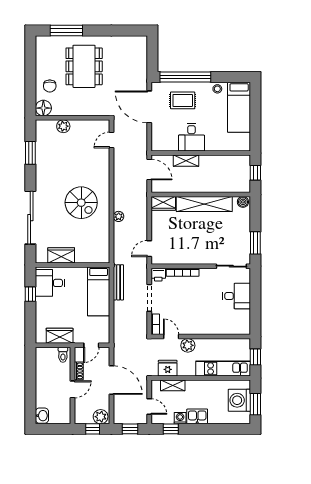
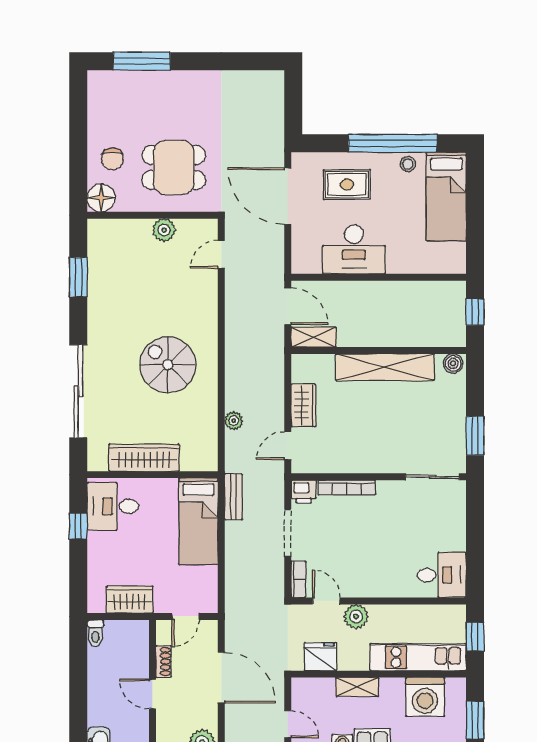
dining table: (84, 66) -> (174, 167), moved, width x0.73
window: (185, 77) -> (393, 143), moved
plant: (63, 126) -> (164, 230), moved
desk: (191, 137) -> (354, 249), width x1.37
shelving: (186, 161) -> (314, 337), moved
spiral stairs: (81, 203) -> (168, 365), turned 180
wardrobe: (163, 203) -> (303, 405), moved, turned -90
plant: (119, 216) -> (234, 421), moved
wardrobe: (61, 255) -> (144, 458), width x1.50
bench: (118, 282) -> (233, 497), width x0.73
desk: (237, 296) -> (442, 575), moved
toilet: (63, 355) -> (95, 633), moved
shelving: (173, 385) -> (357, 687), moved
door: (73, 389) -> (153, 694), swing flipped
washing machine: (239, 400) -> (425, 697), moved, turned -90

